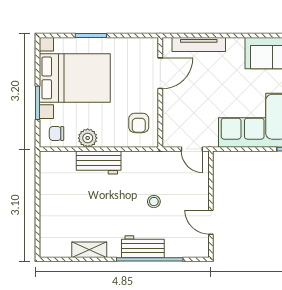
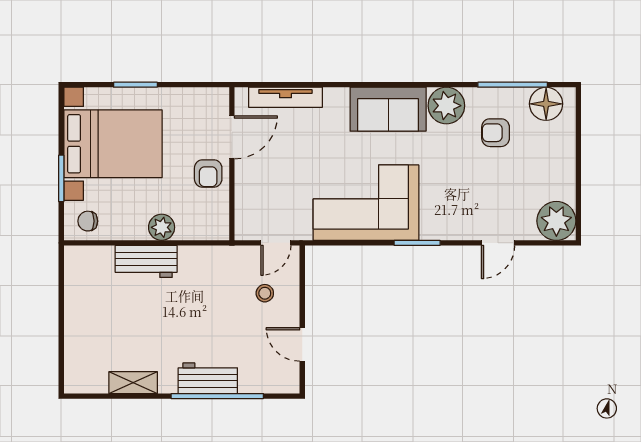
armchair: (139, 123) -> (208, 173), moved
plant: (88, 138) -> (162, 227), moved
door: (192, 149) -> (276, 243), hinge flipped
stool: (154, 202) -> (265, 293), moved

